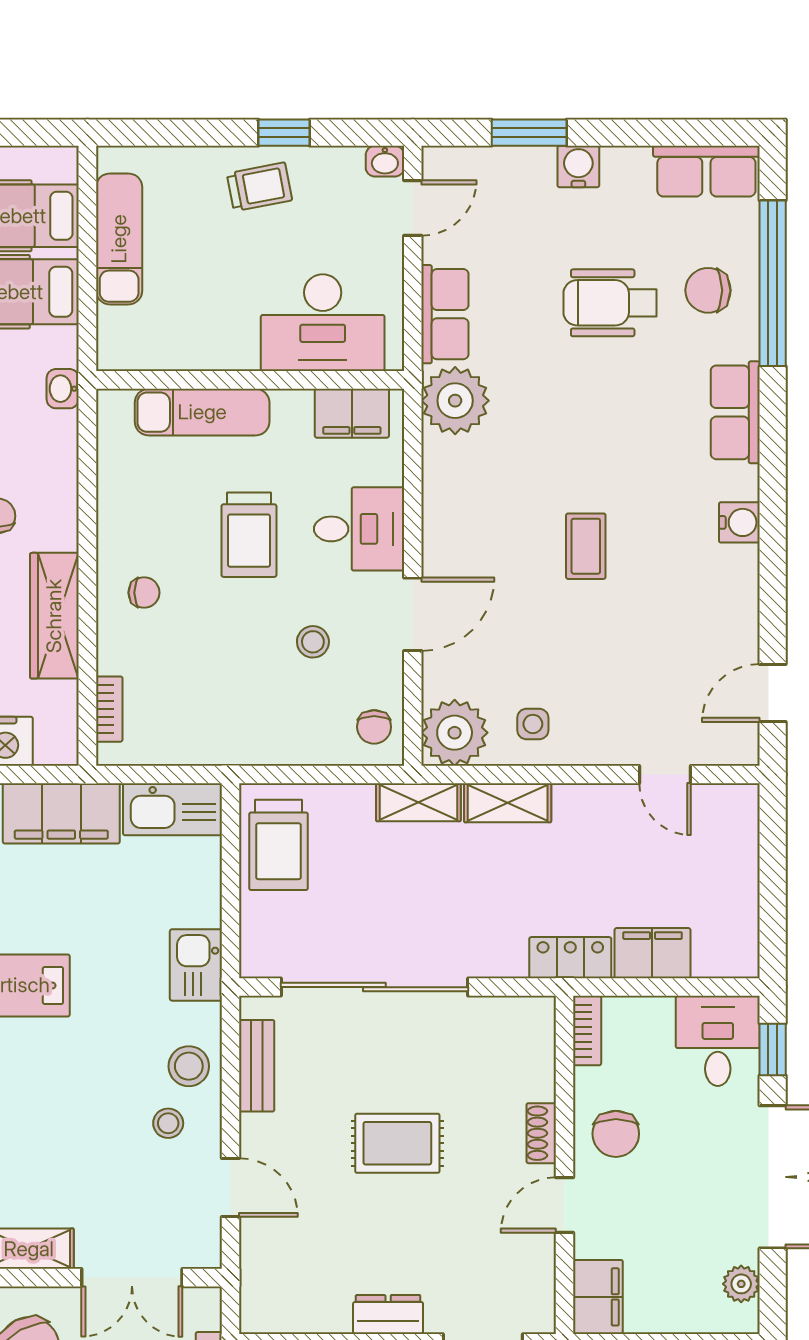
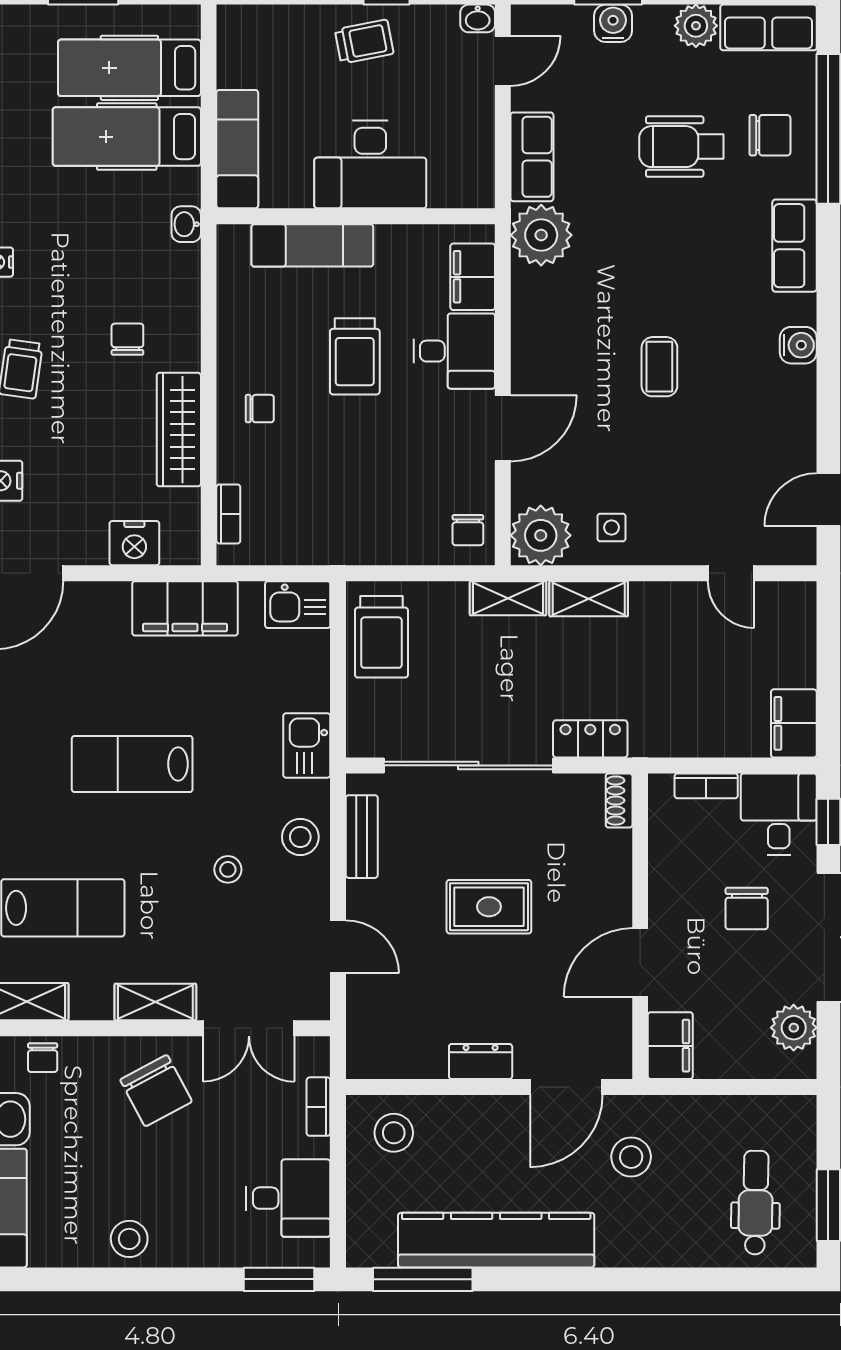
water cooler: (578, 166) -> (613, 23), moved
plant: (626, 169) -> (696, 26), added
exam couch: (119, 239) -> (237, 149), moved
chair: (708, 290) -> (770, 135), turned 180
desk: (323, 323) -> (370, 165), moved
filing cabinet: (352, 413) -> (473, 277), moved, turned 90
stool: (313, 642) -> (413, 453), removed
kitchen sink: (172, 809) -> (298, 605), width x0.73
filing cabinet: (652, 953) -> (794, 723), moved, turned -90
locker: (570, 958) -> (590, 739), moved
bookcase: (587, 1031) -> (706, 786), moved, turned 90
stool: (168, 1123) -> (228, 869), moved
shoe rack: (541, 1133) -> (619, 801), moved
chair: (616, 1134) -> (747, 908), moved
door: (564, 1205) -> (640, 962), width x1.38
plant: (741, 1284) -> (794, 1028), width x1.38, depth x1.38

